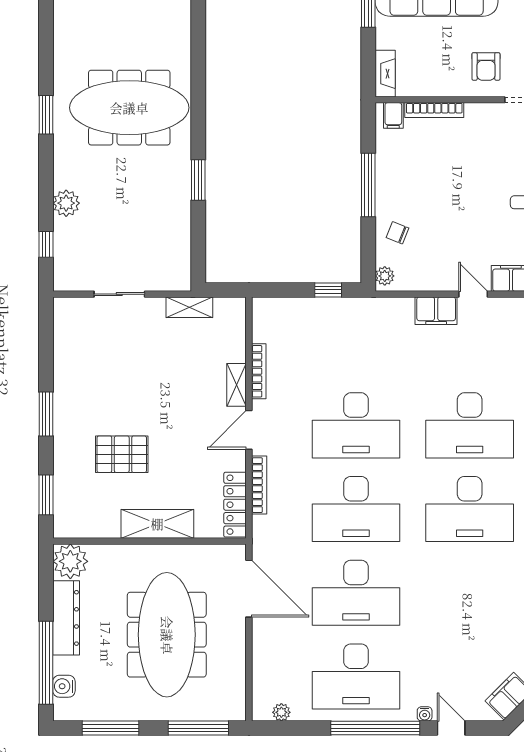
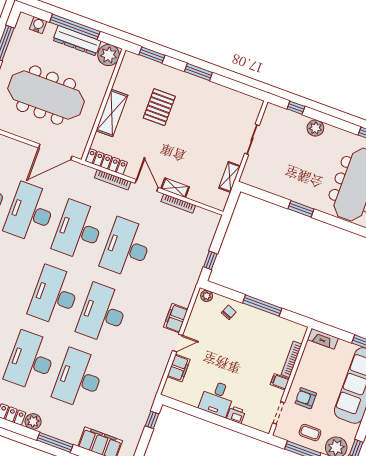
filing cabinet: (393, 115) -> (280, 382), moved
window: (46, 663) -> (75, 27), moved

